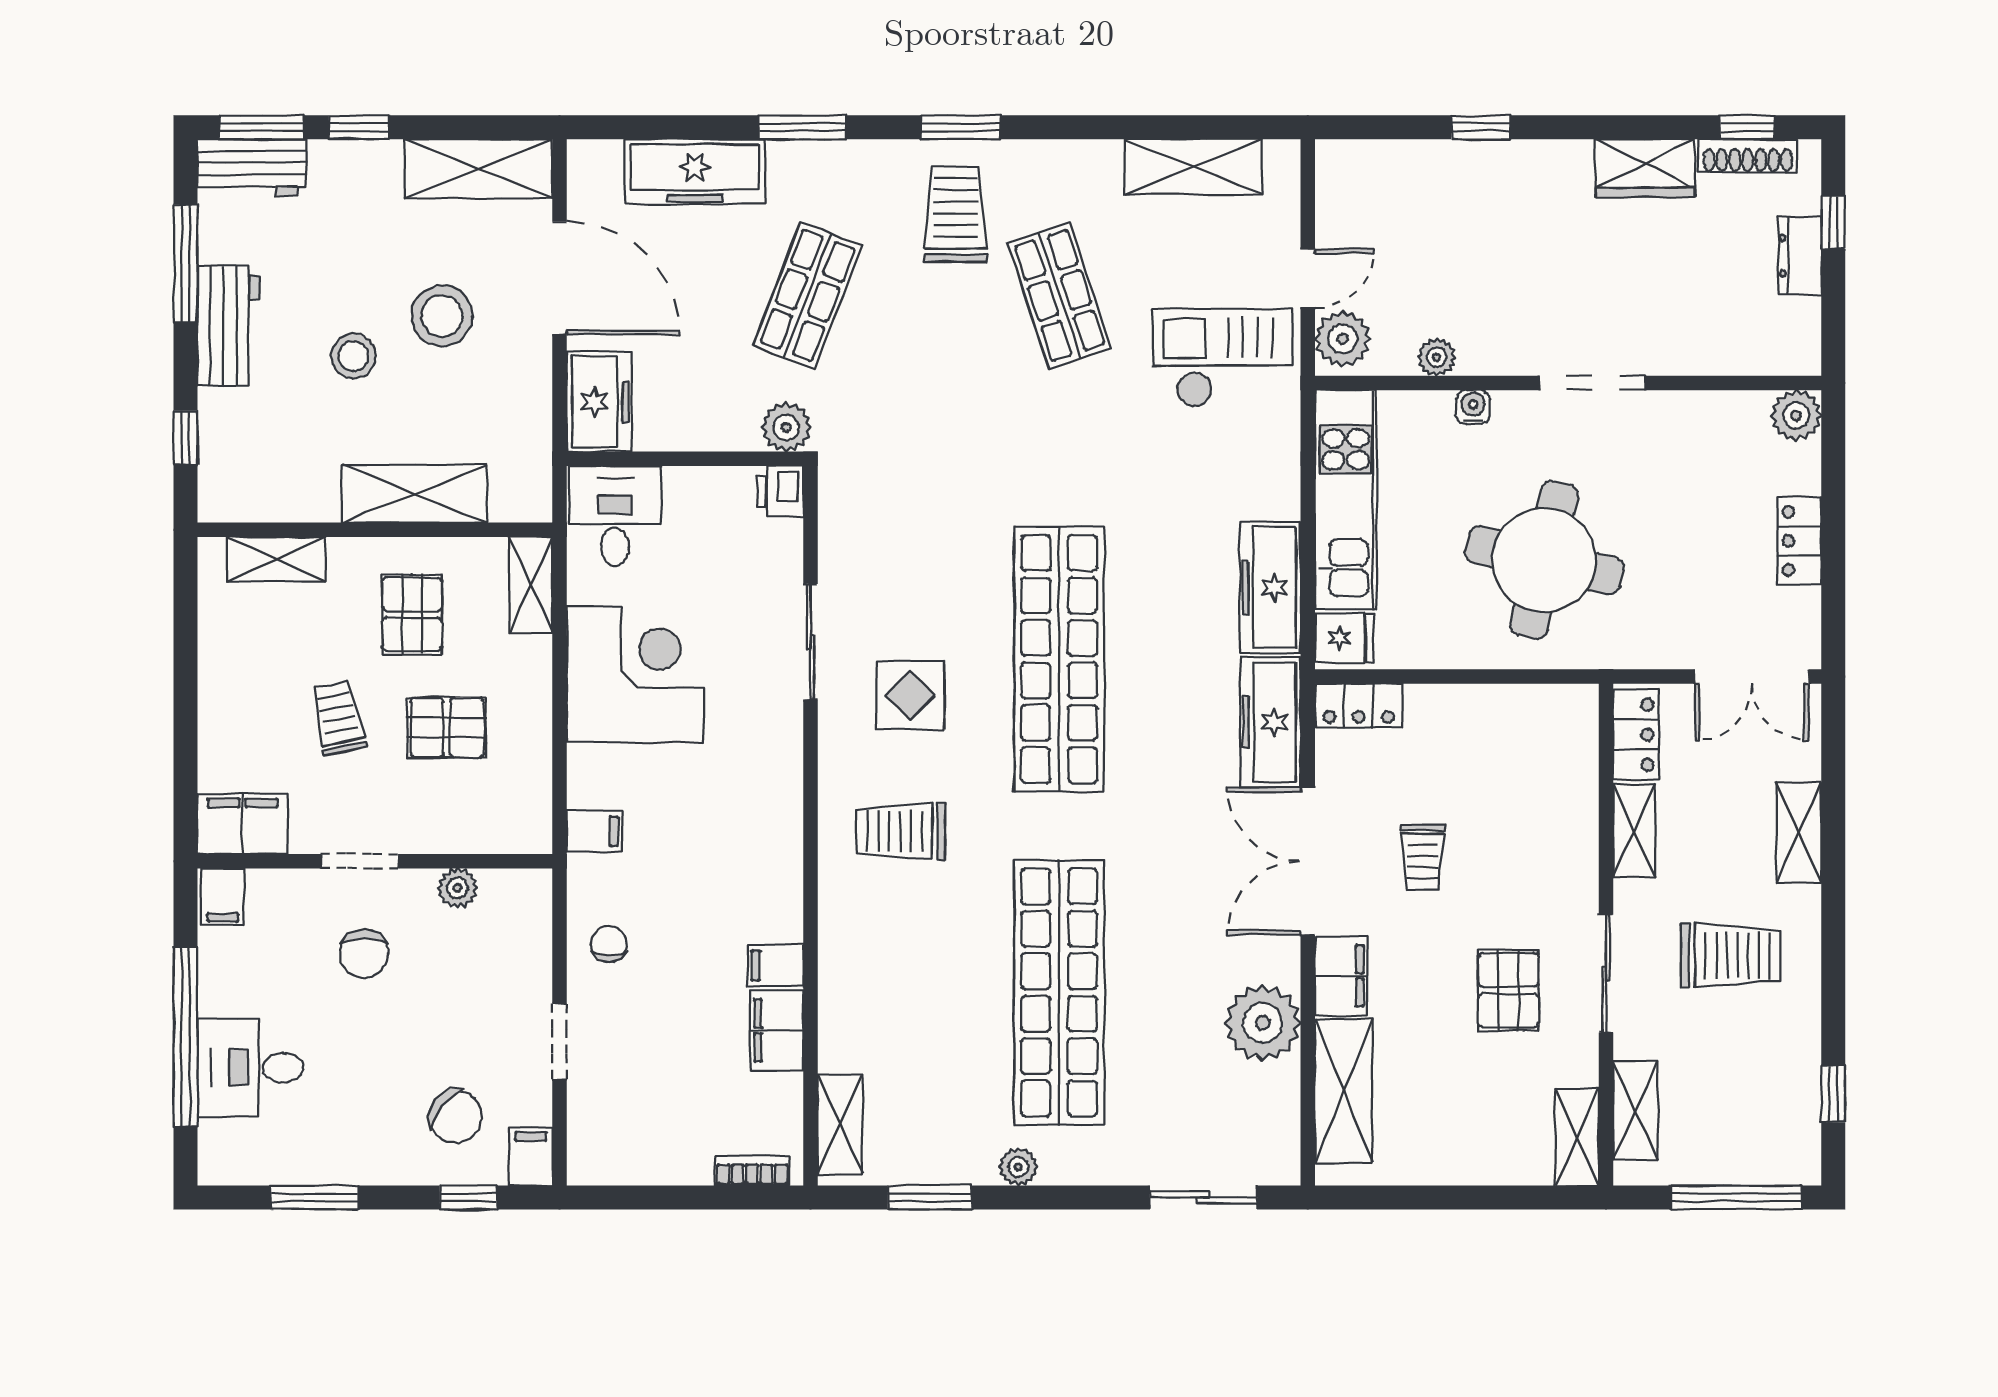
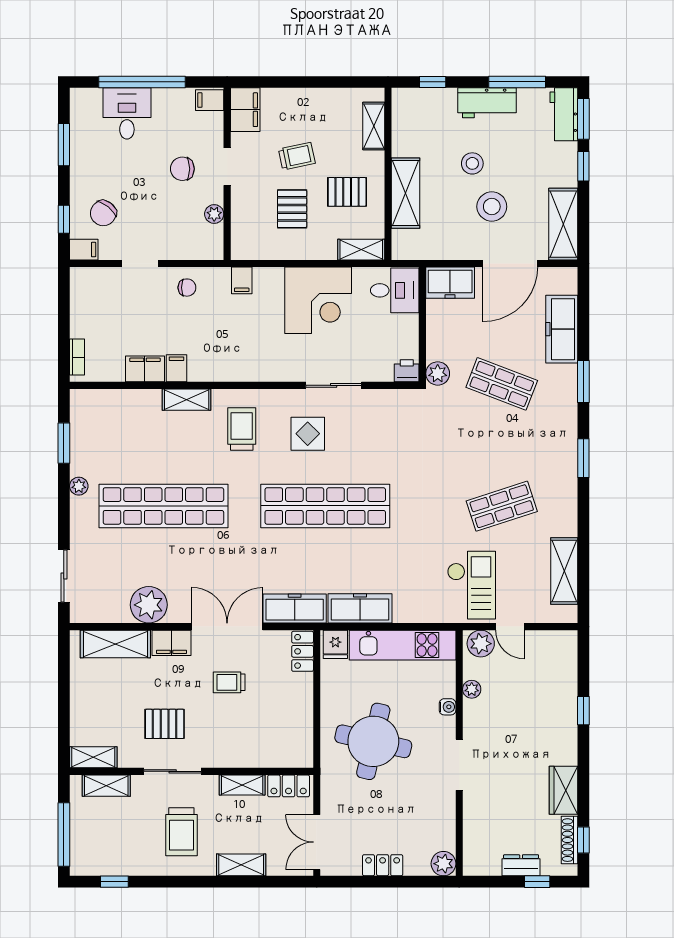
trolley: (956, 214) -> (541, 456), removed
shelving: (840, 1125) -> (187, 400), moved

